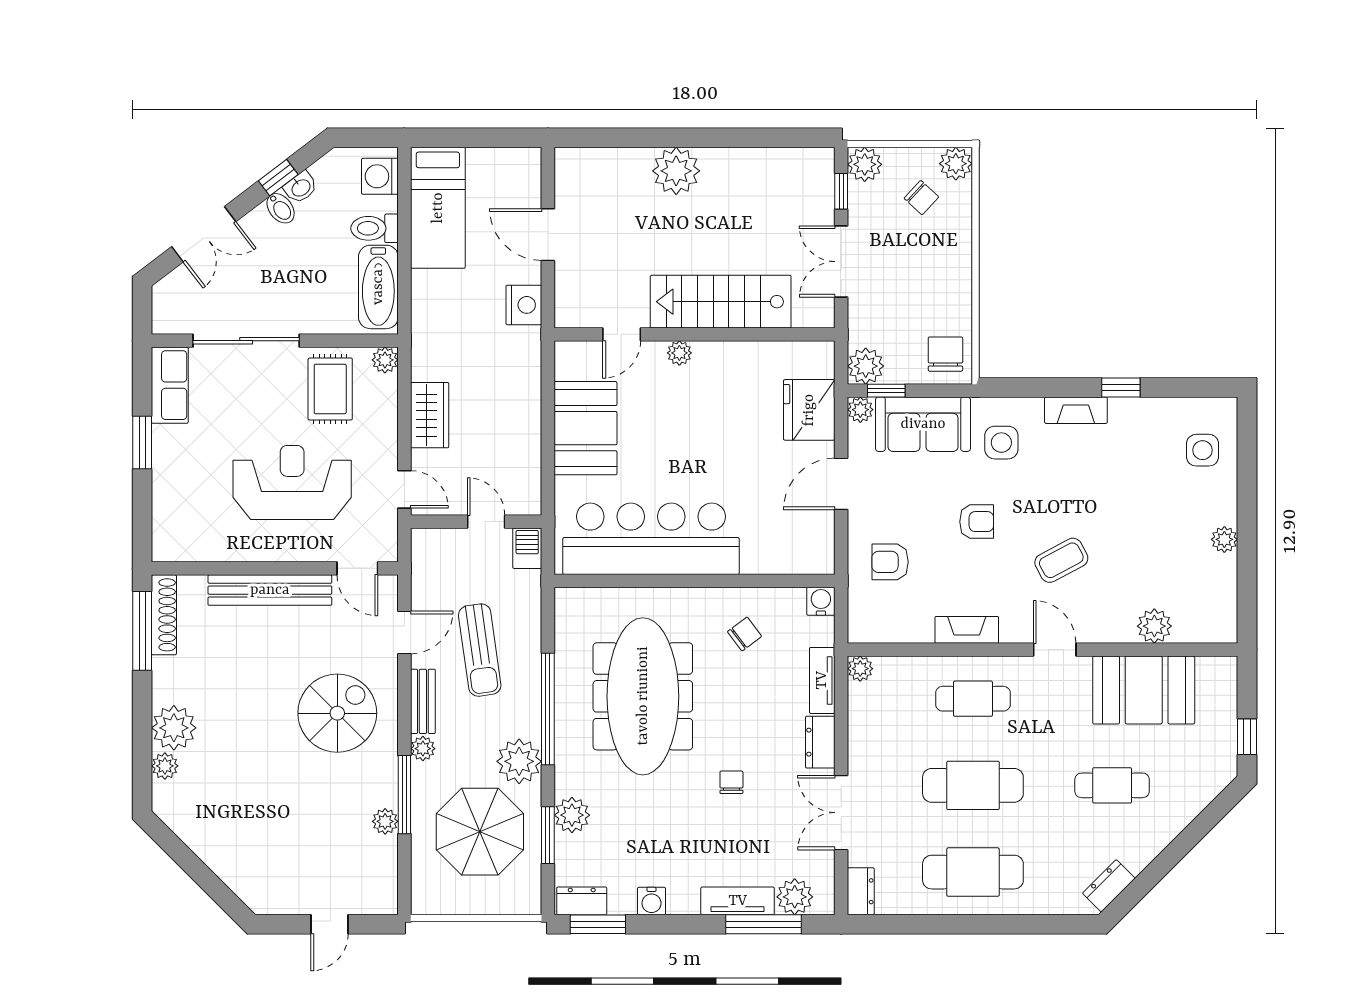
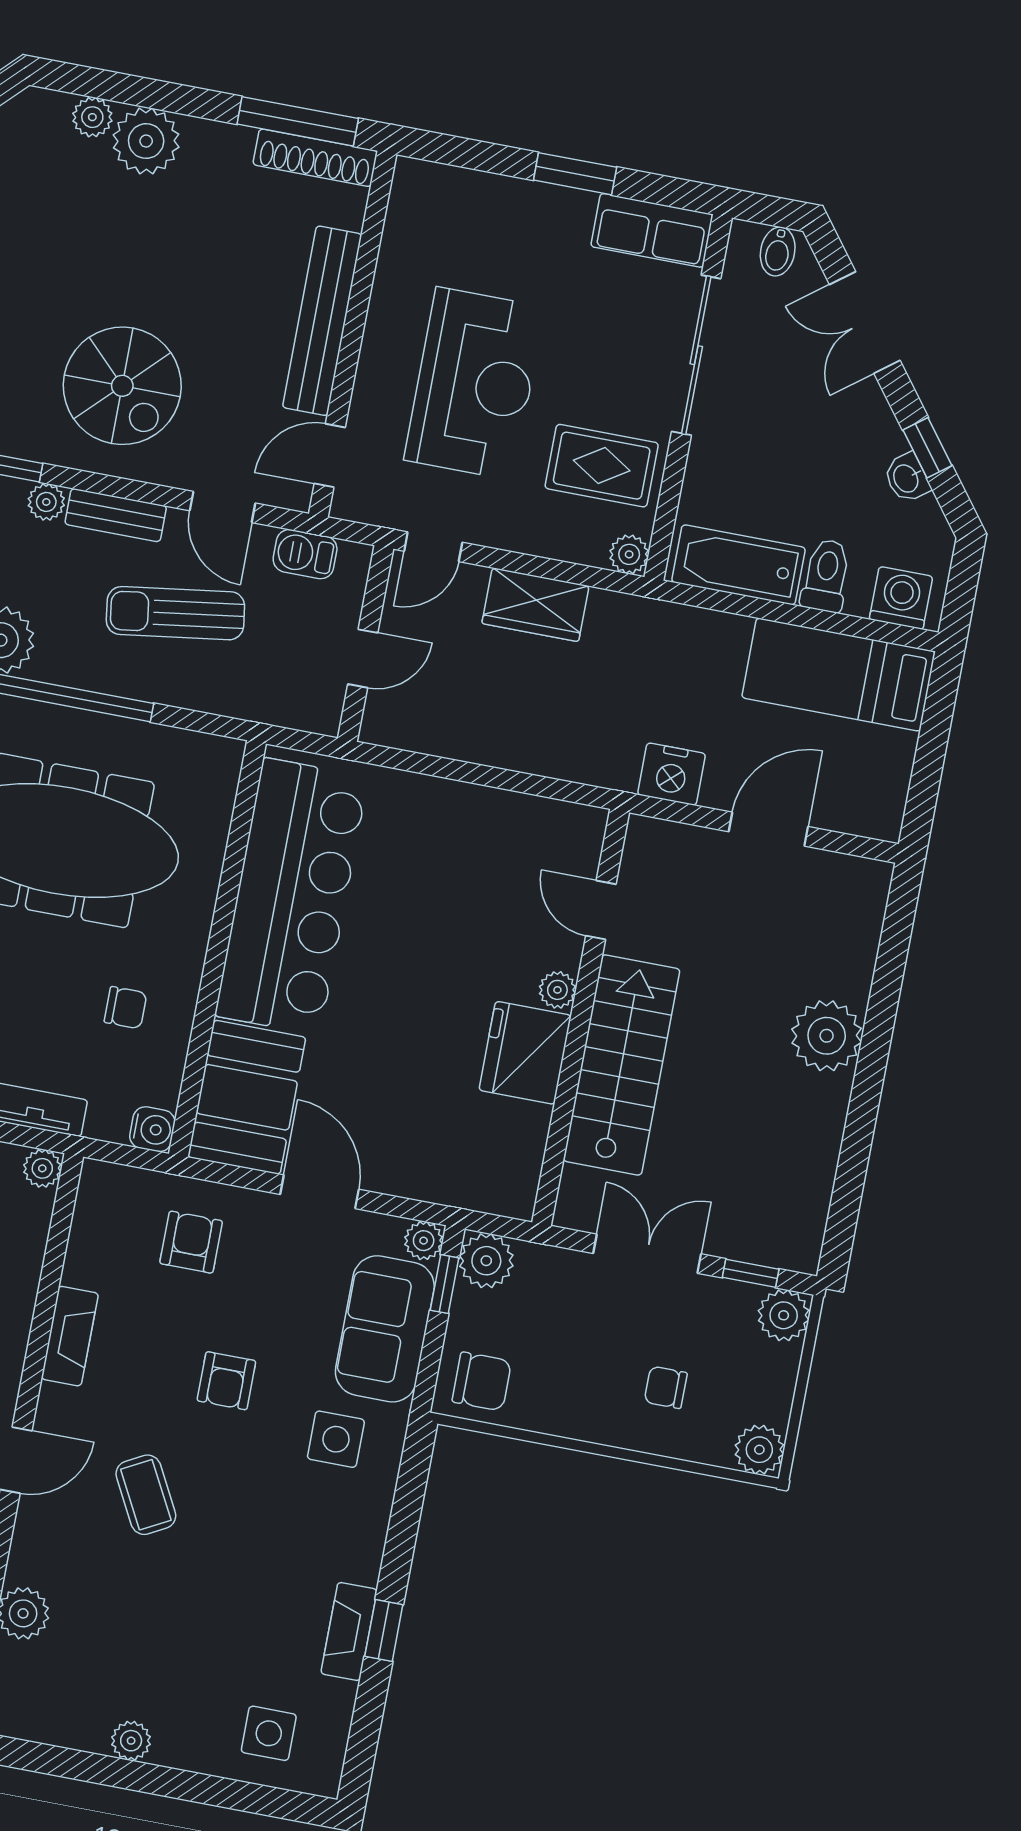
chair: (921, 198) -> (666, 1387), moved, turned 47
bidet: (281, 208) -> (778, 252), moved, turned -53
fridge: (809, 410) -> (525, 1053), moved, turned -90
fireplace: (1076, 410) -> (349, 1632), moved
booth: (585, 428) -> (247, 1097), moved, turned 90
barbecue: (527, 548) -> (305, 554), moved, turned 180
chair: (745, 634) -> (126, 1008), turned -53

